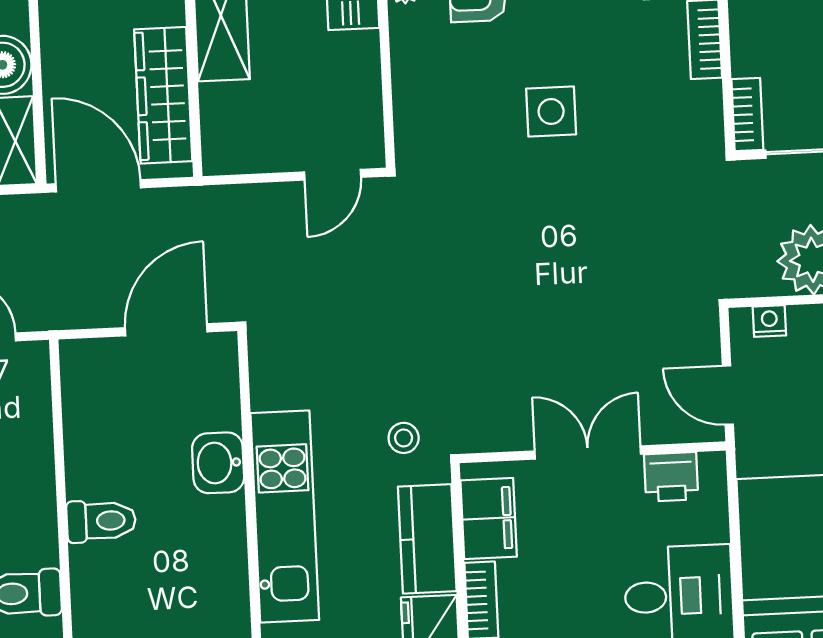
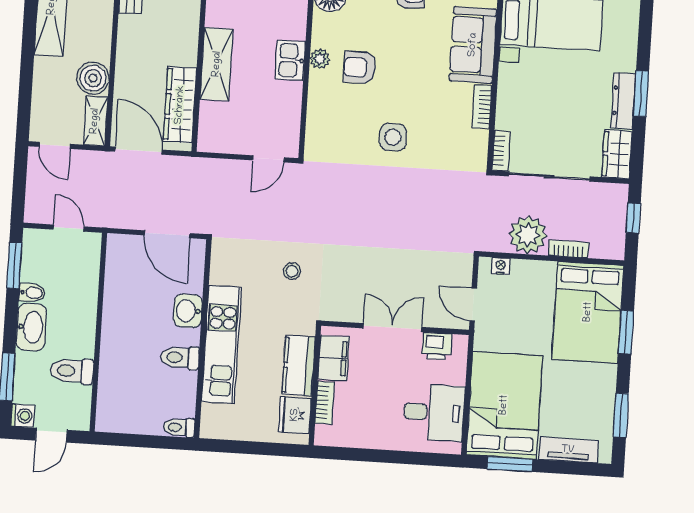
door: (166, 330) -> (167, 234), swing flipped
stool: (404, 438) -> (292, 271), moved
toilet: (101, 521) -> (180, 358), moved, turned 180

